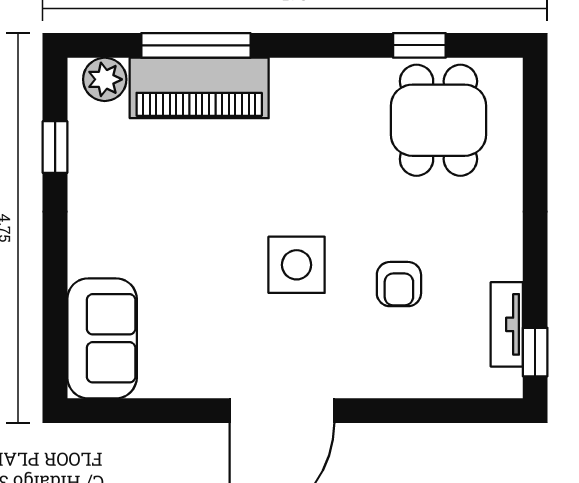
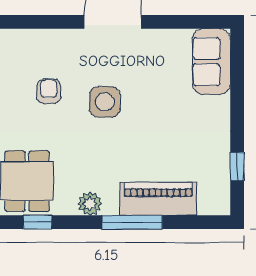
window: (196, 45) -> (132, 222), moved
plant: (105, 79) -> (90, 204), moved

